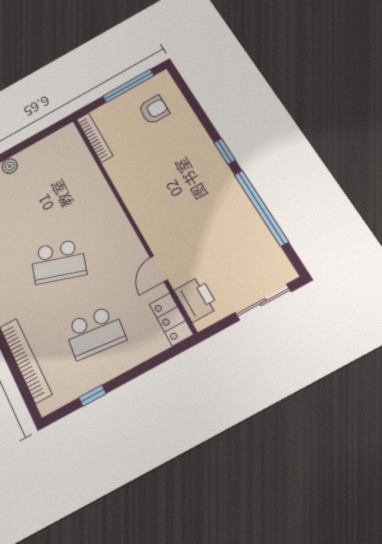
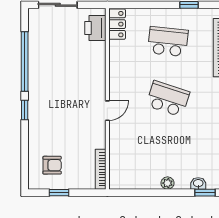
window: (128, 86) -> (59, 193), width x0.46
armchair: (154, 110) -> (52, 165), turned 180
door: (159, 269) -> (107, 111), moved

